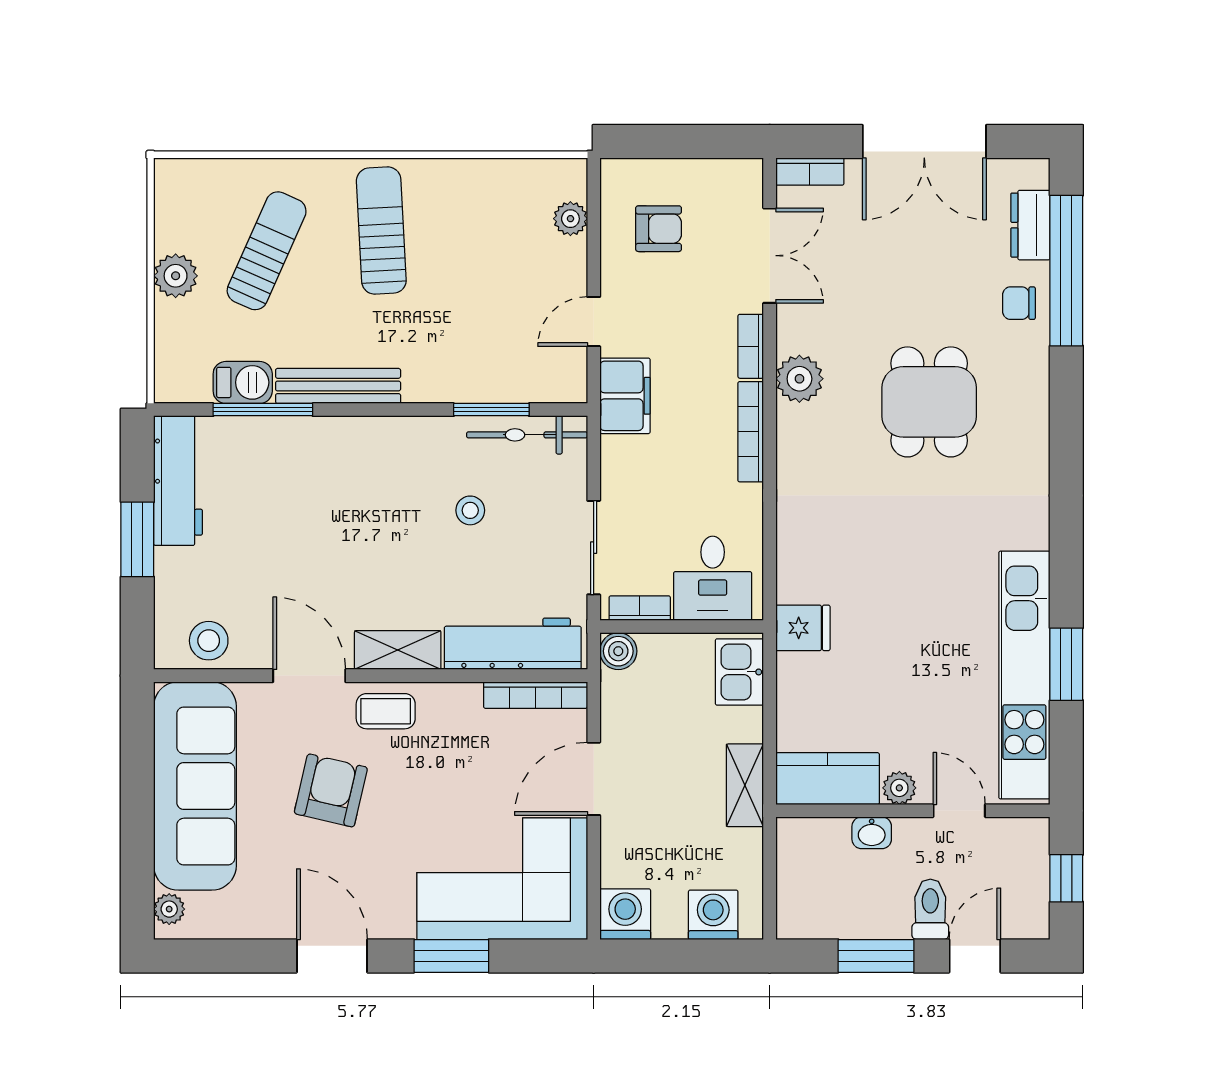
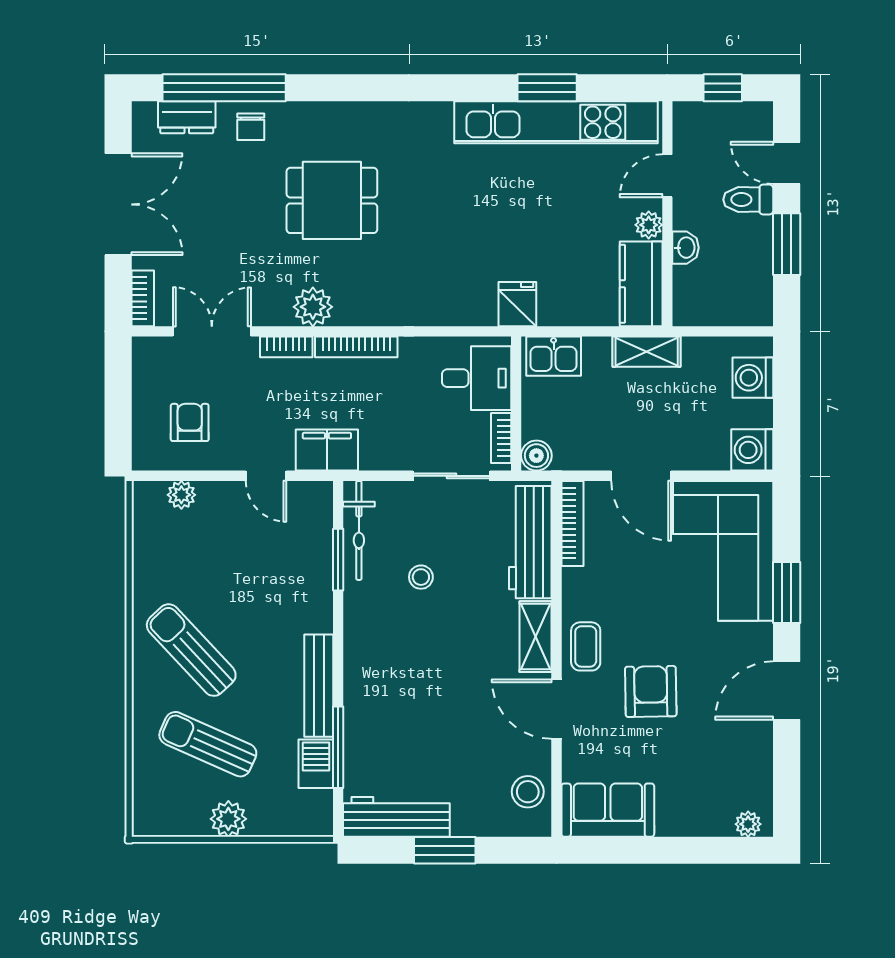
sun lounger: (381, 231) -> (191, 650), turned 50
door: (309, 676) -> (557, 709), hinge flipped
sofa: (195, 786) -> (608, 810), width x0.54, depth x0.79
armchair: (331, 790) -> (651, 691), turned 76

